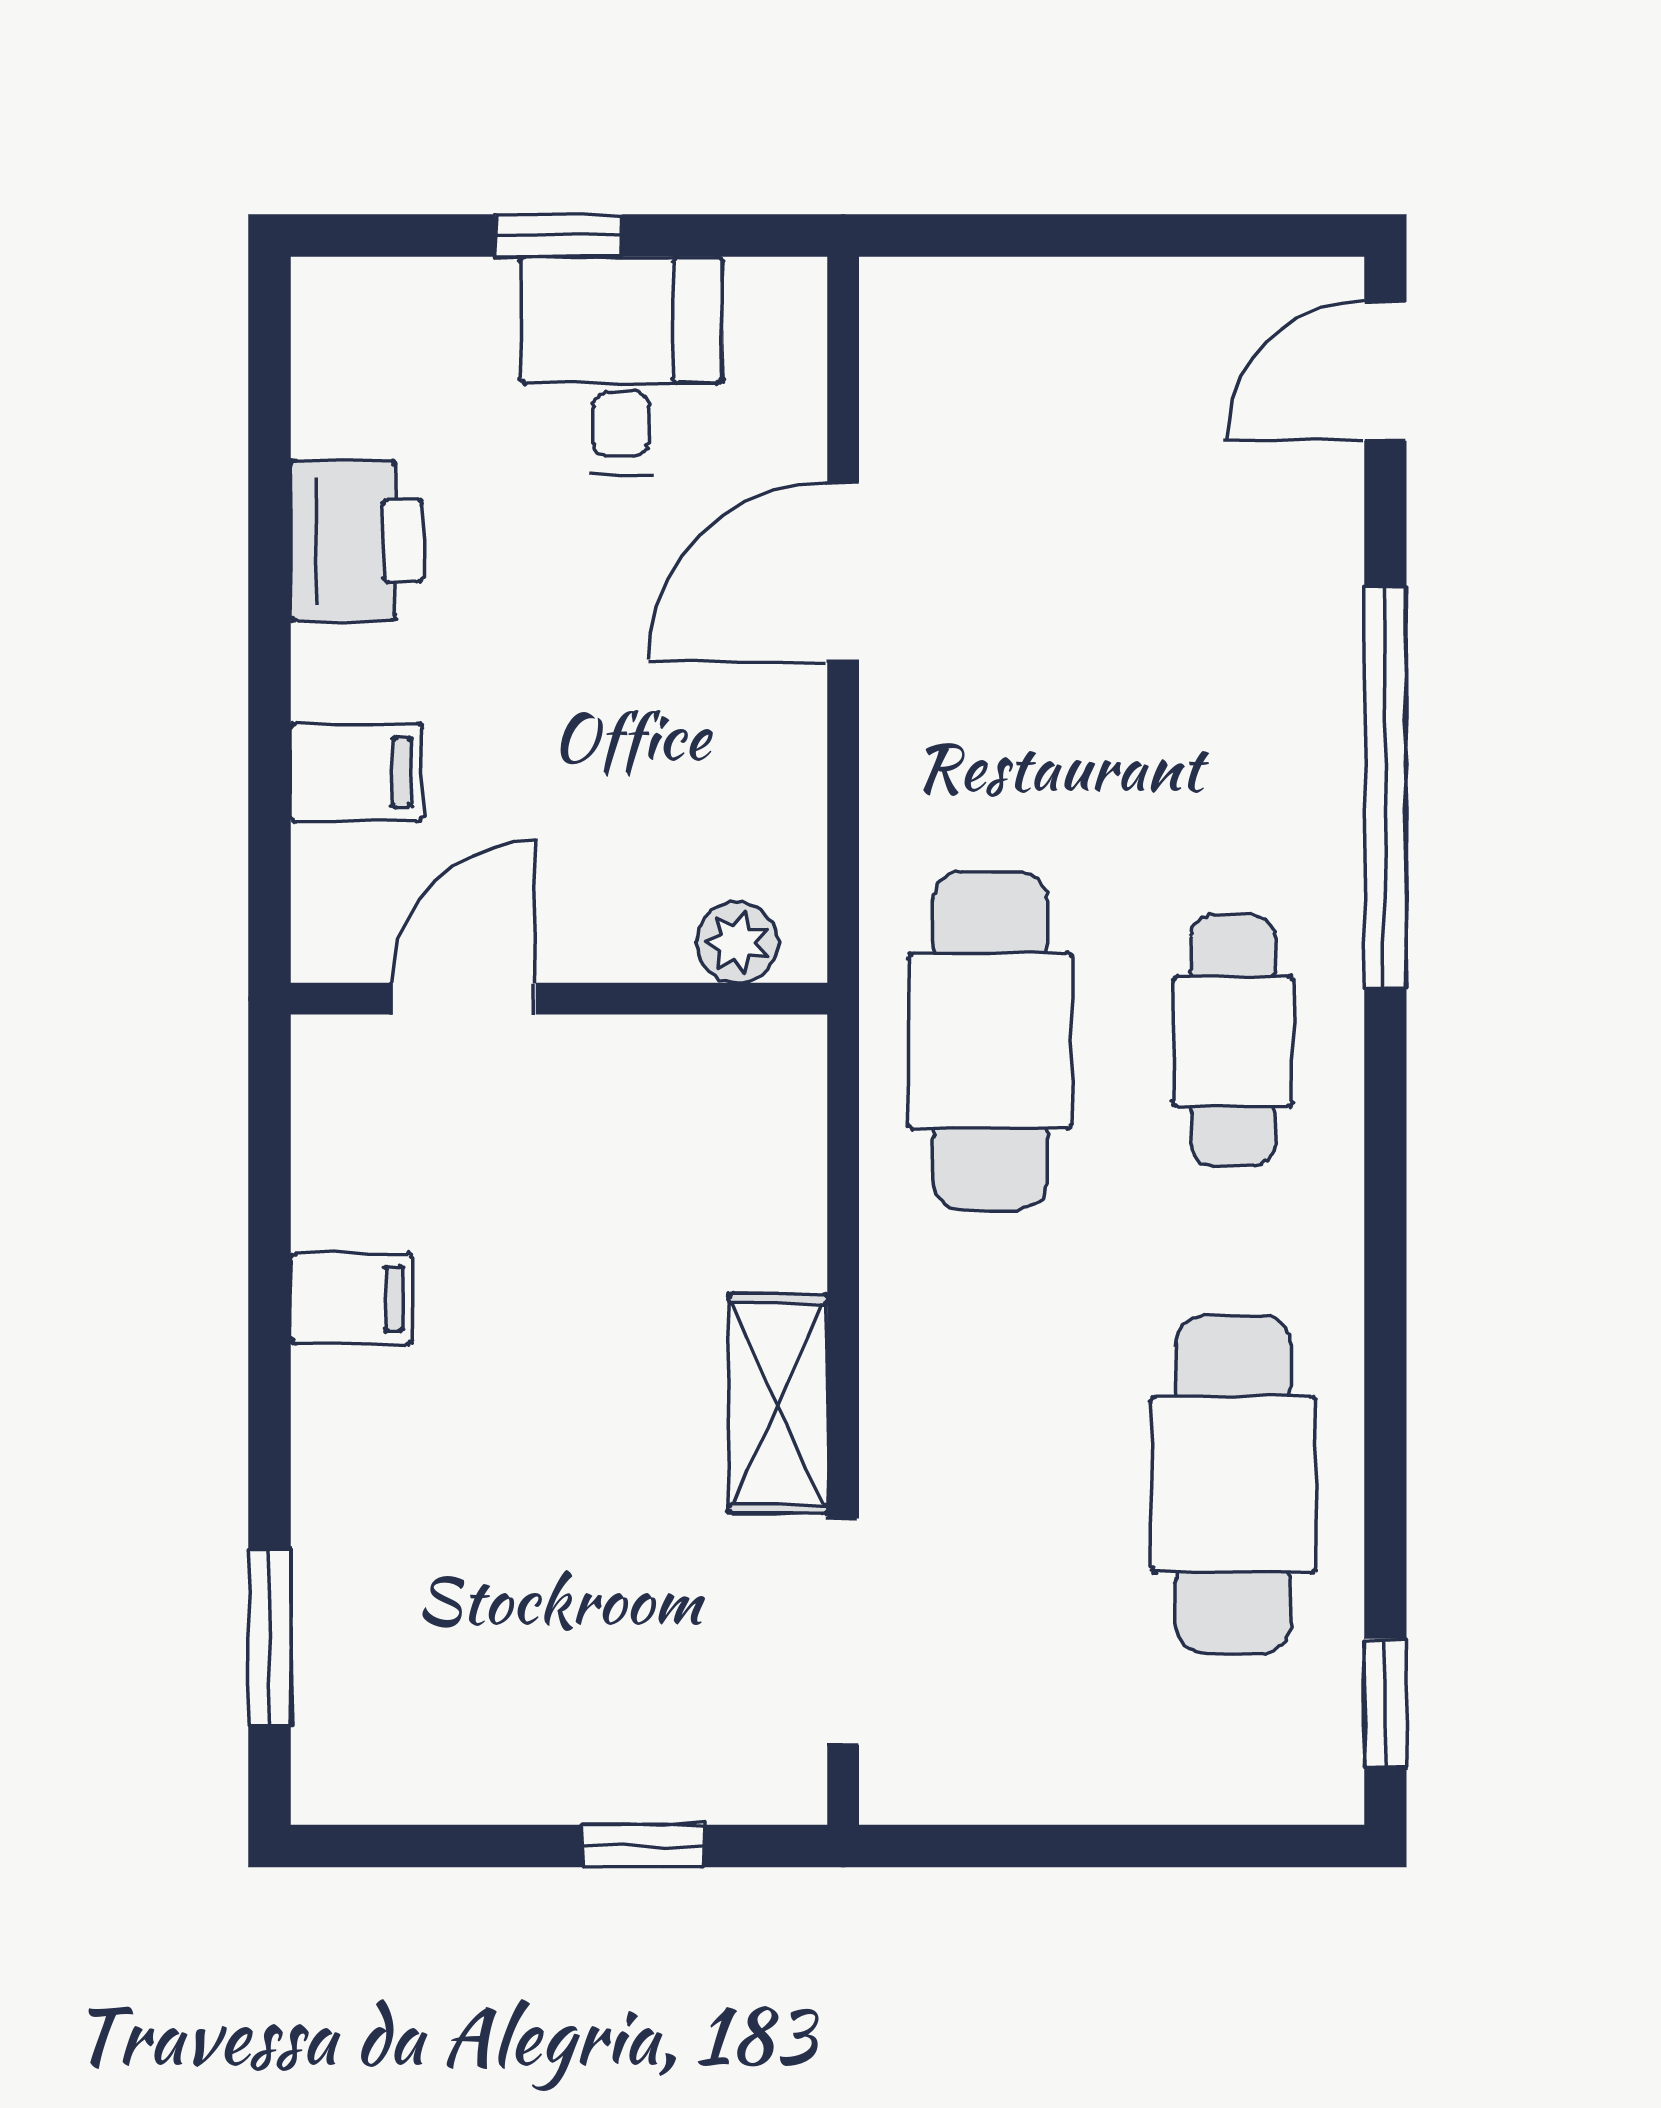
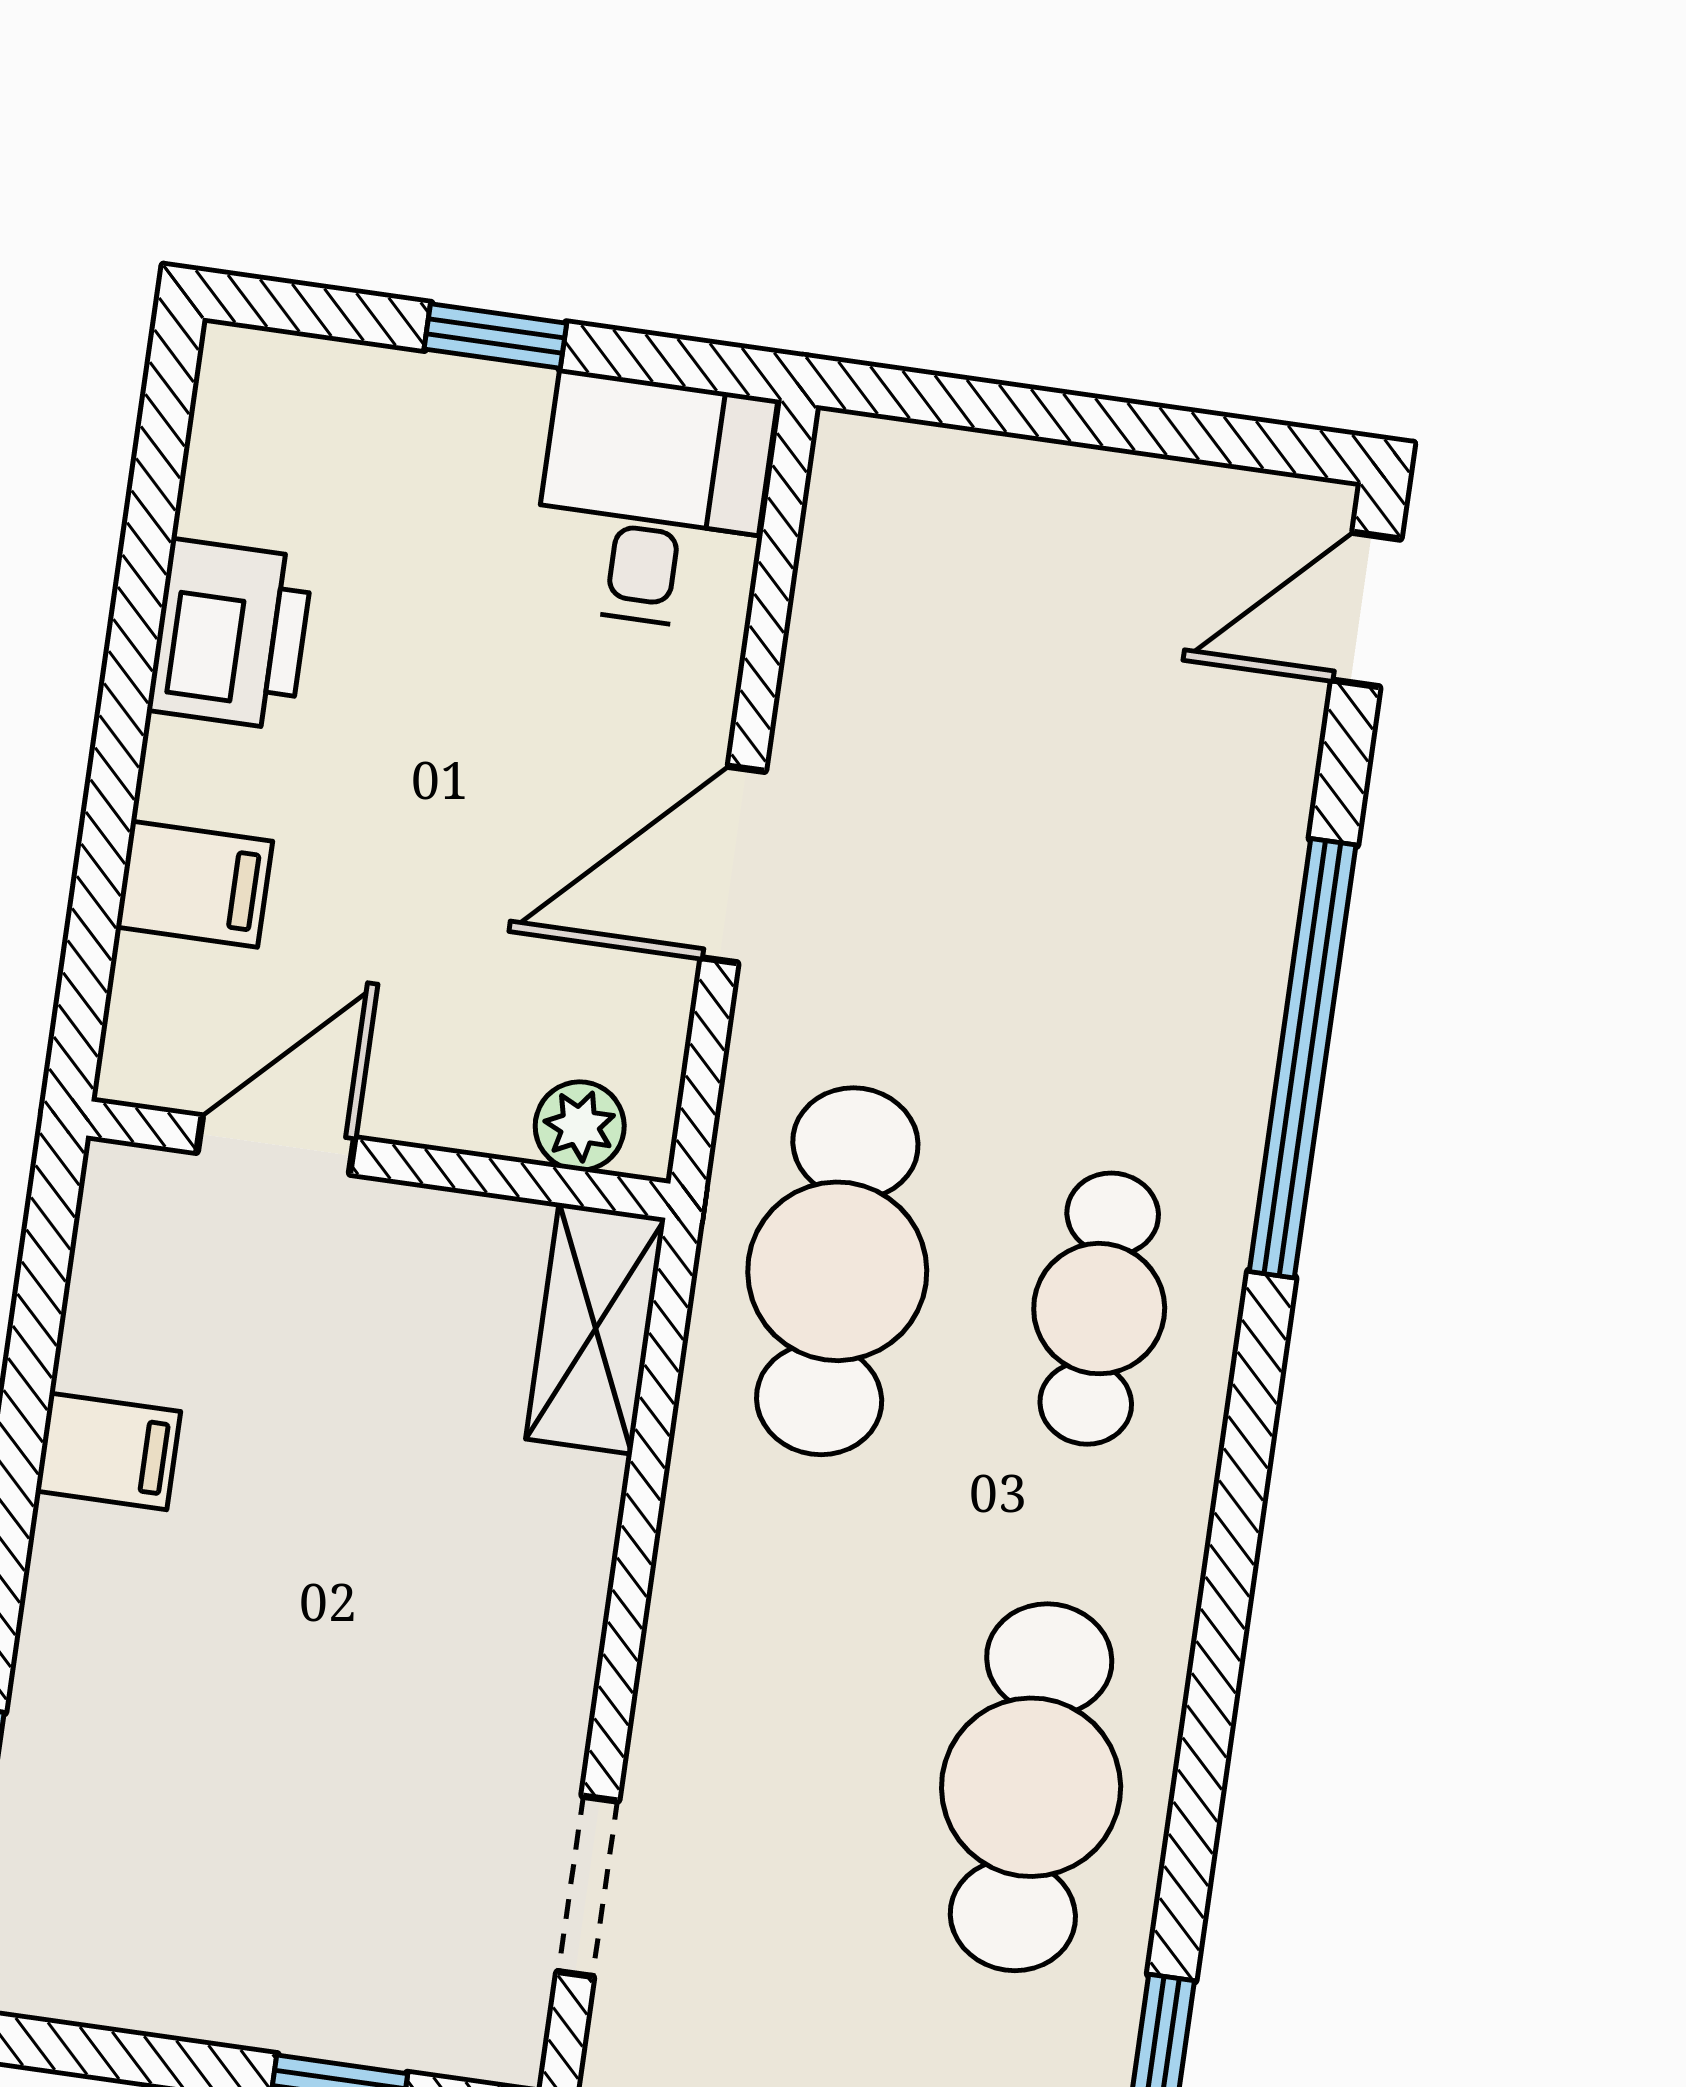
desk: (621, 366) -> (652, 502), moved
door: (843, 572) -> (733, 865), moved
shelving: (778, 1404) -> (596, 1329), moved
doorway: (843, 1632) -> (588, 1886), width x0.73

